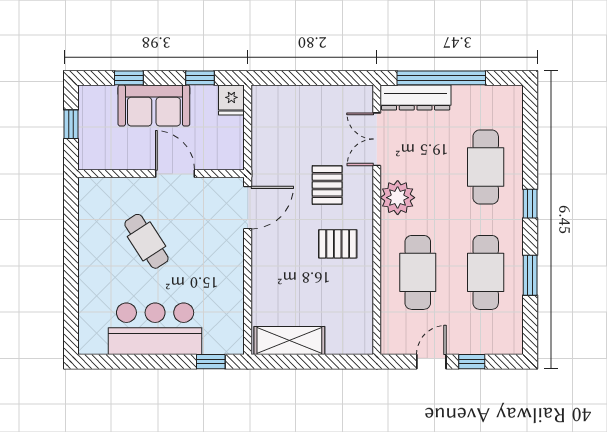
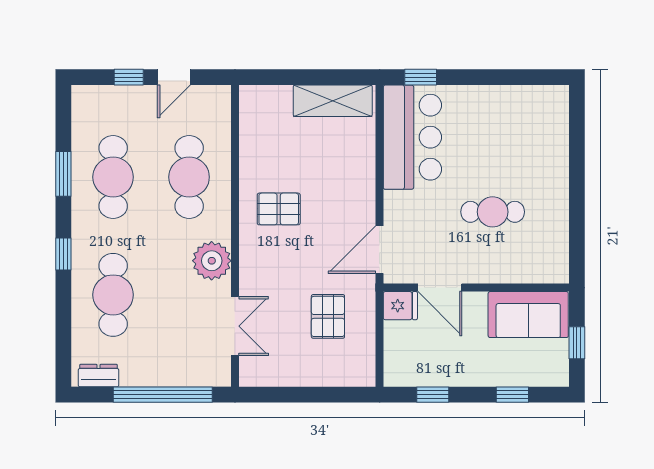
dresser: (416, 97) -> (99, 376), moved, width x0.51, depth x0.80
fridge: (231, 100) -> (400, 306), moved, turned 90
sofa: (154, 105) -> (528, 315), moved, turned 180
door: (175, 174) -> (440, 288), moved
pallet: (327, 185) -> (328, 316), moved
cafe table: (146, 241) -> (493, 212), turned -57
bar counter: (155, 329) -> (412, 137), moved, turned -90

